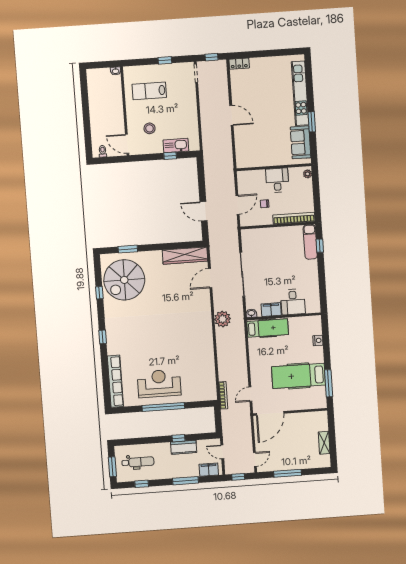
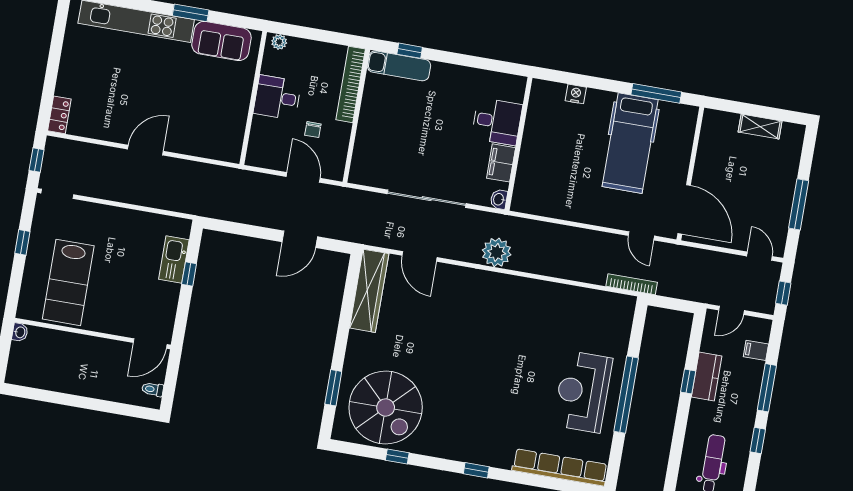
lab bench: (149, 91) -> (68, 282), width x1.36, depth x1.39
stool: (150, 128) -> (133, 298), removed
hospital bed: (268, 328) -> (532, 177), removed
filing cabinet: (209, 470) -> (756, 350), width x0.50
window: (142, 484) -> (758, 441), moved

